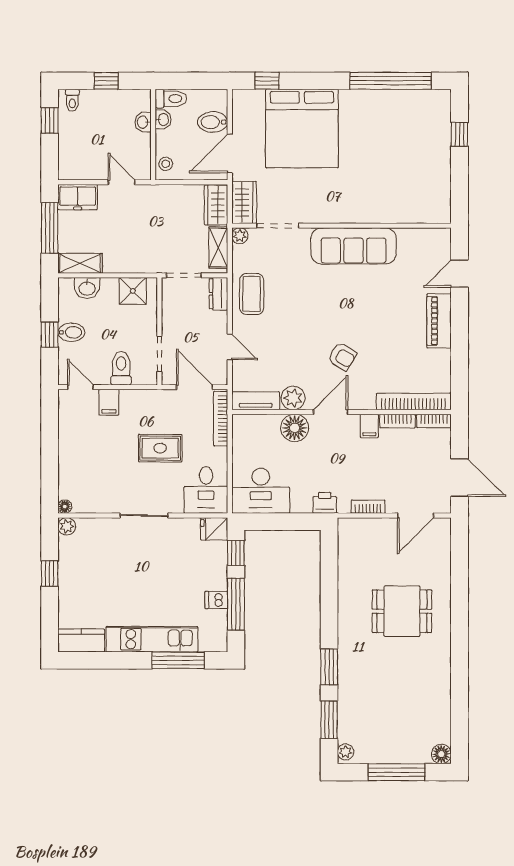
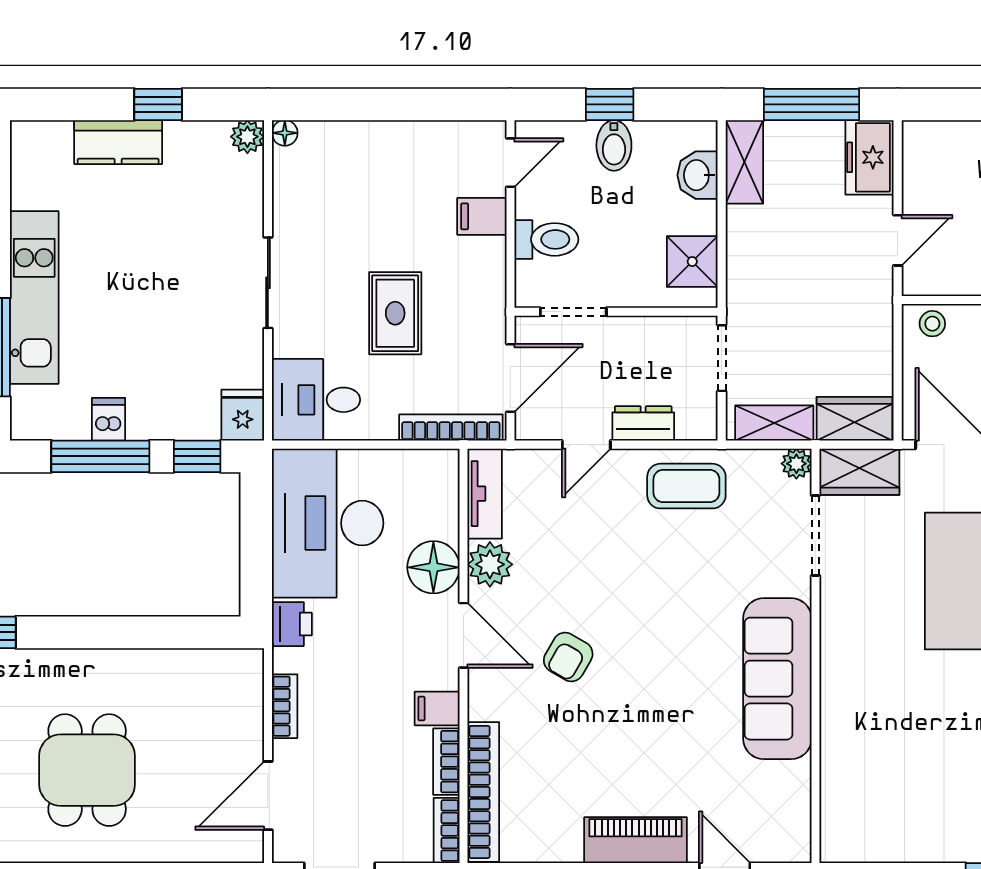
dresser: (218, 294) -> (643, 423), moved
desk: (261, 491) -> (328, 523), width x1.36, depth x1.30
door: (415, 515) -> (268, 796), hinge flipped
kitchen counter: (81, 640) -> (118, 142), moved, turned 90

